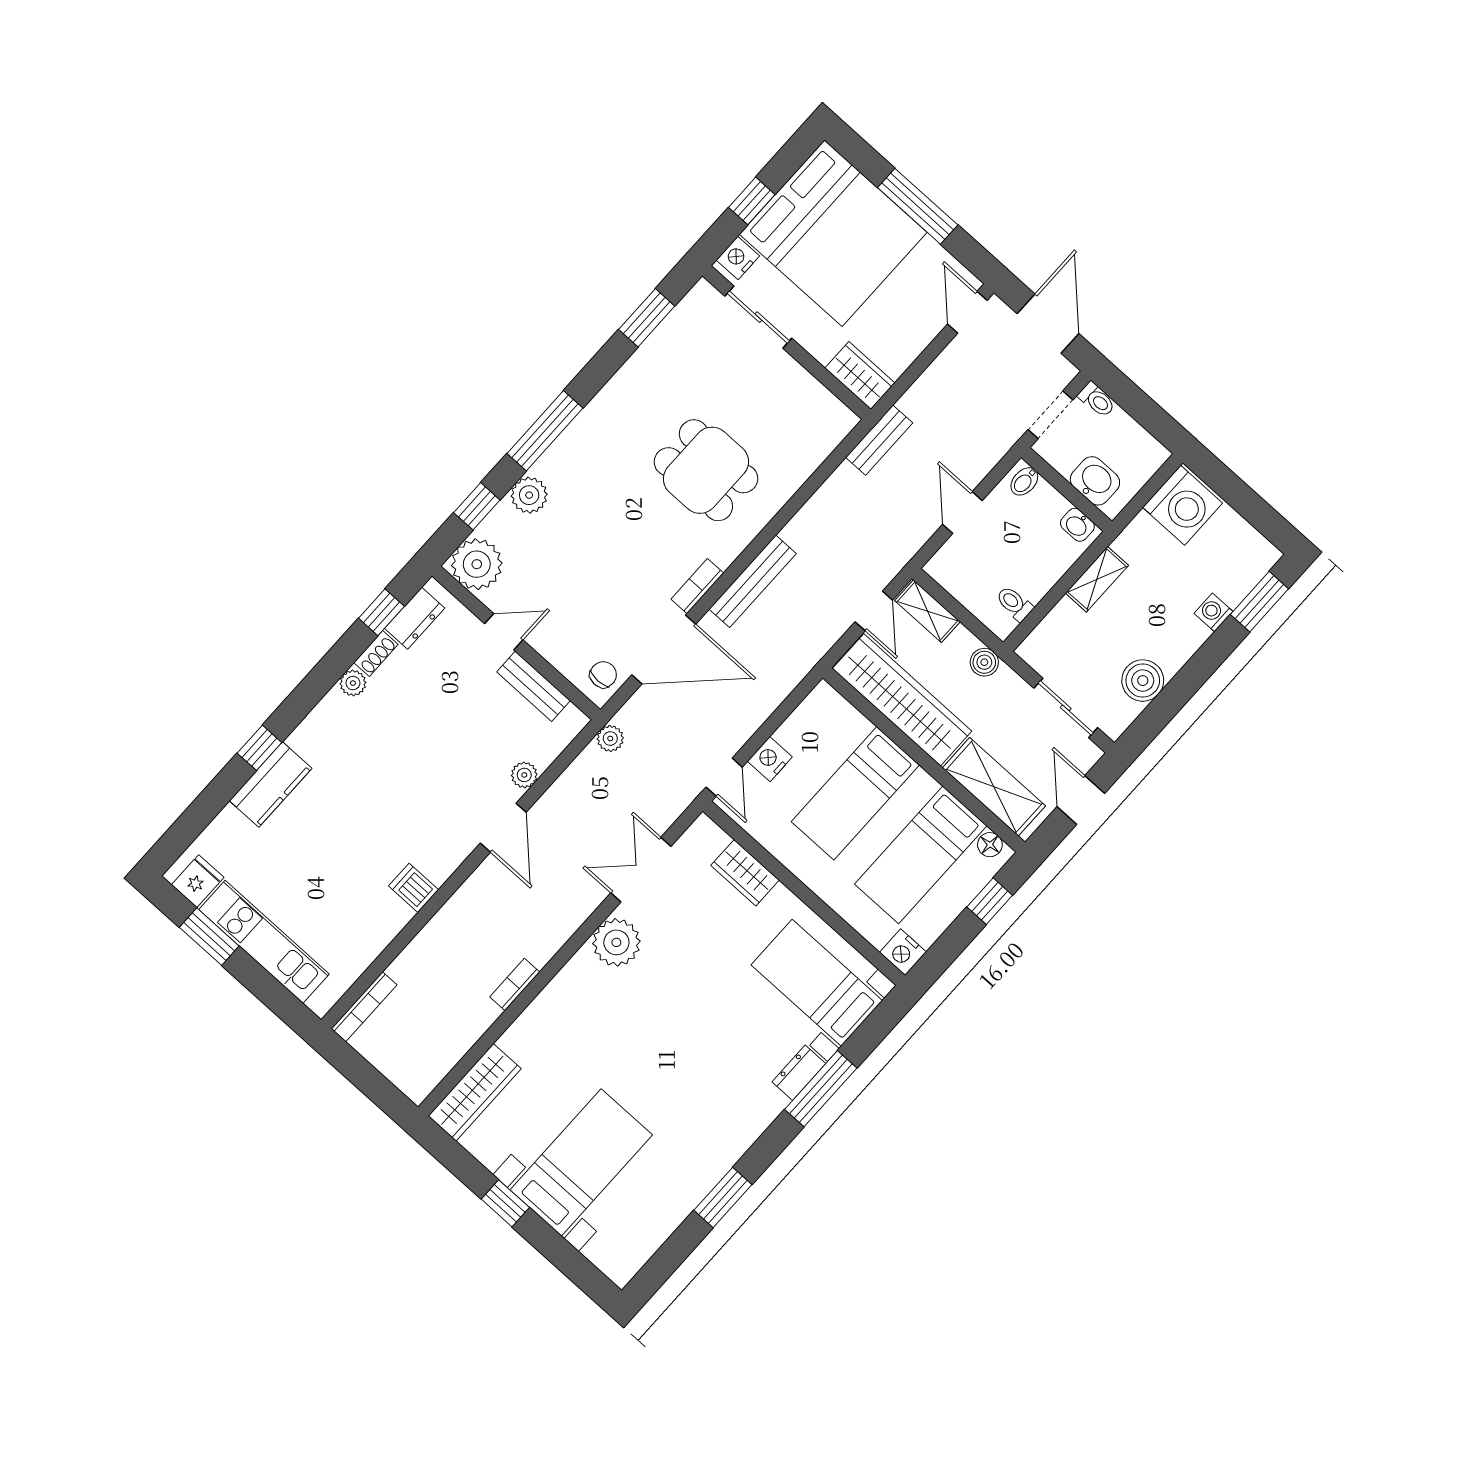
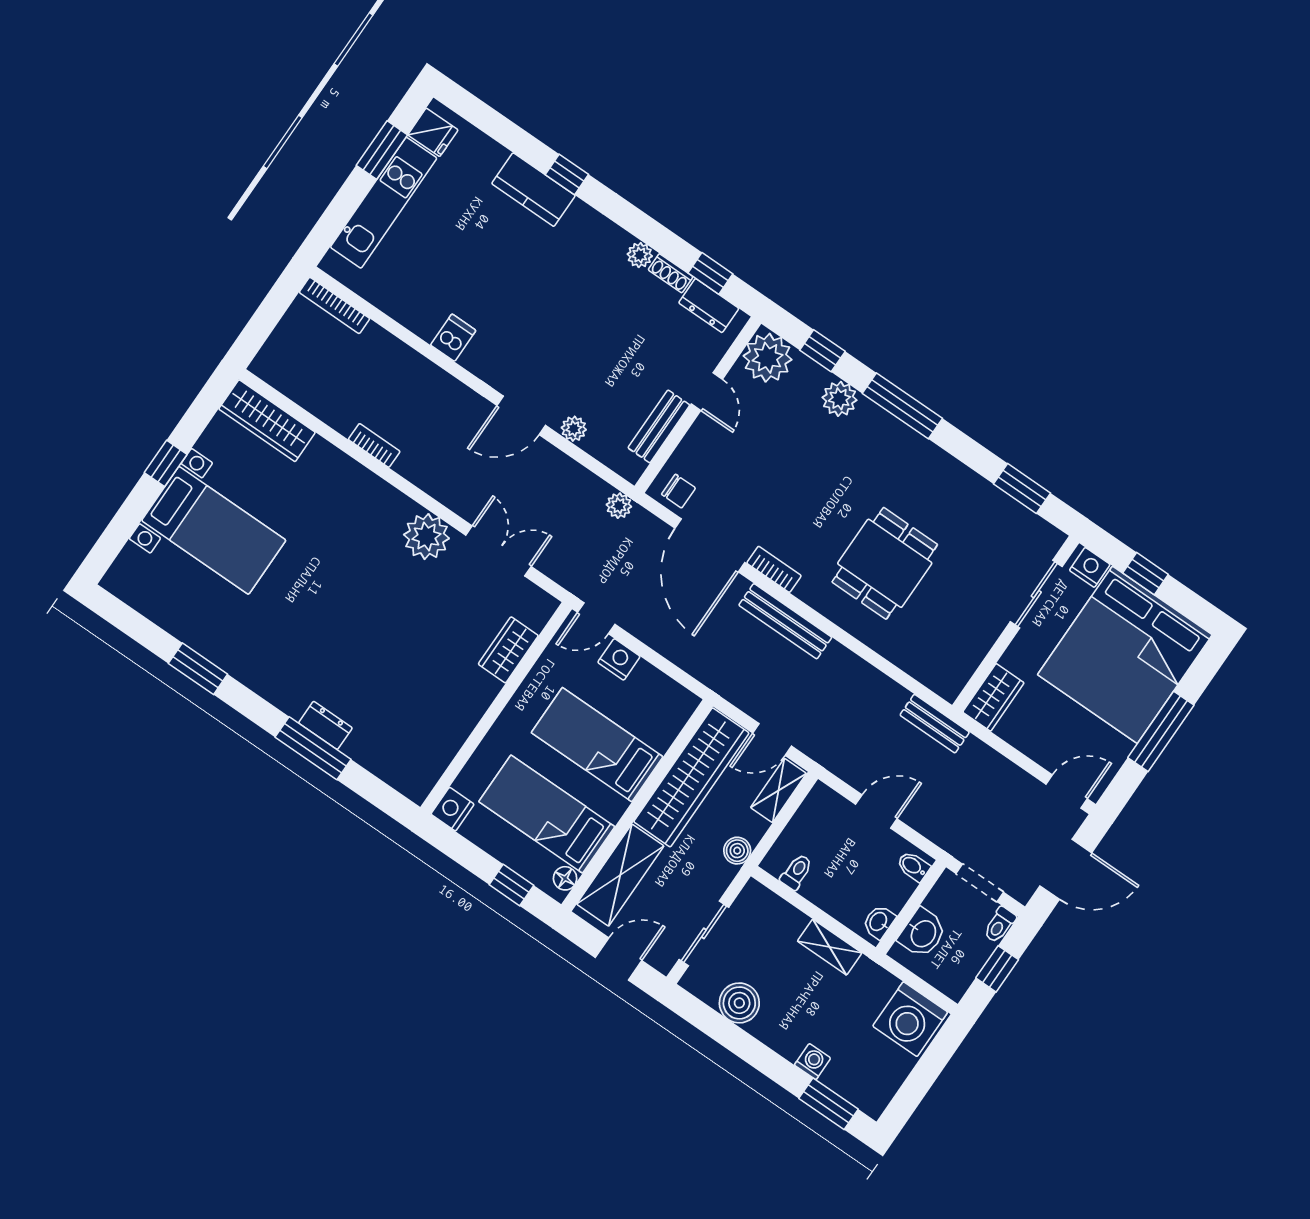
window: (1142, 408) -> (997, 969), added
bed with nightstands: (817, 983) -> (413, 731), removed

